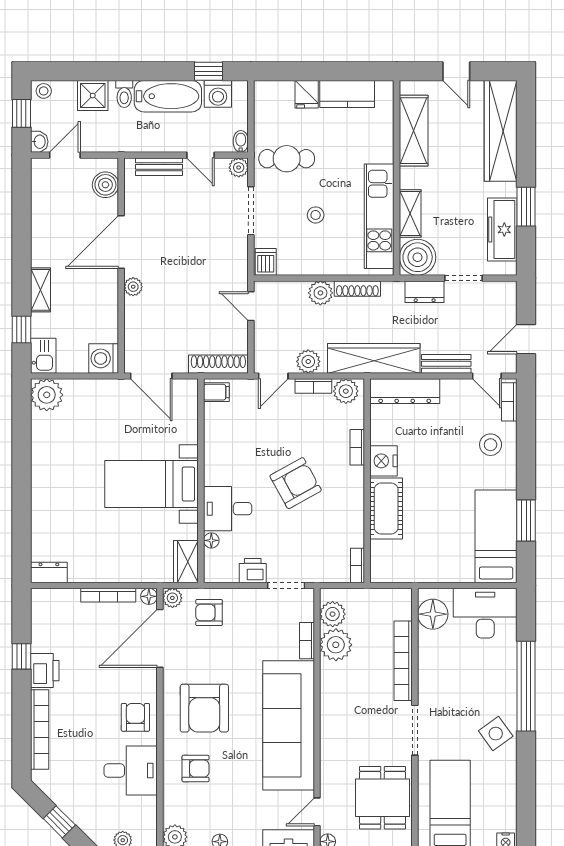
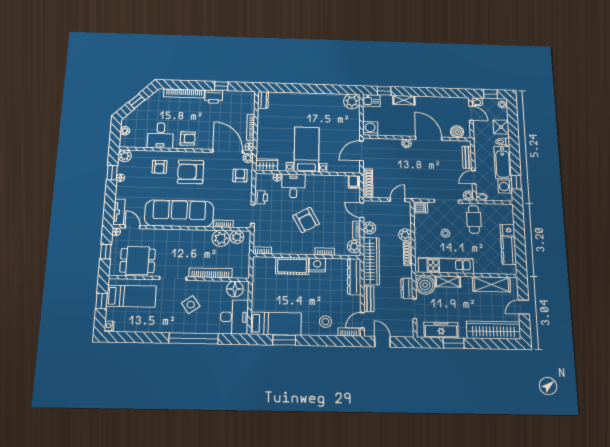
side table: (496, 734) -> (191, 305), moved

